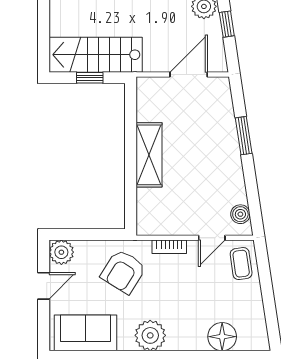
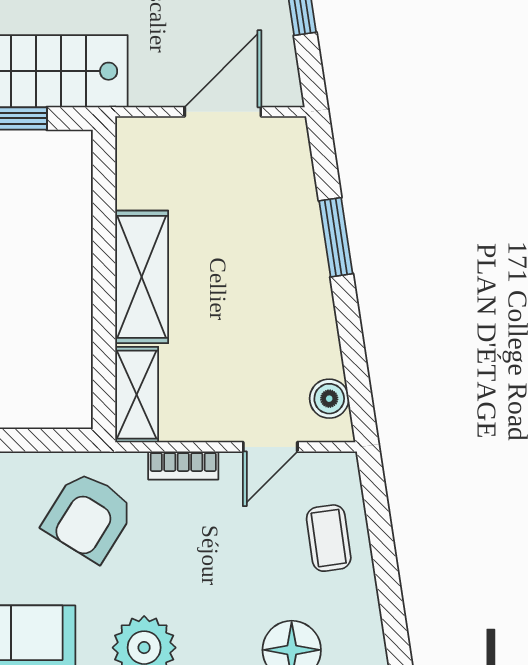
shelving: (147, 212) -> (137, 395), added
coffee table: (241, 264) -> (329, 538), moved

